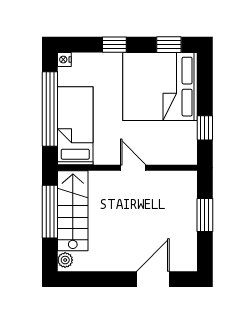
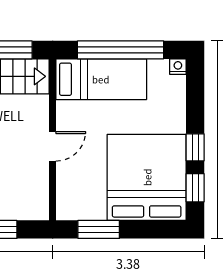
window: (114, 45) -> (195, 147), moved
window: (205, 128) -> (99, 229), width x1.50

